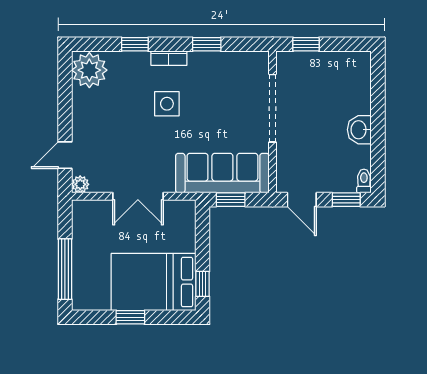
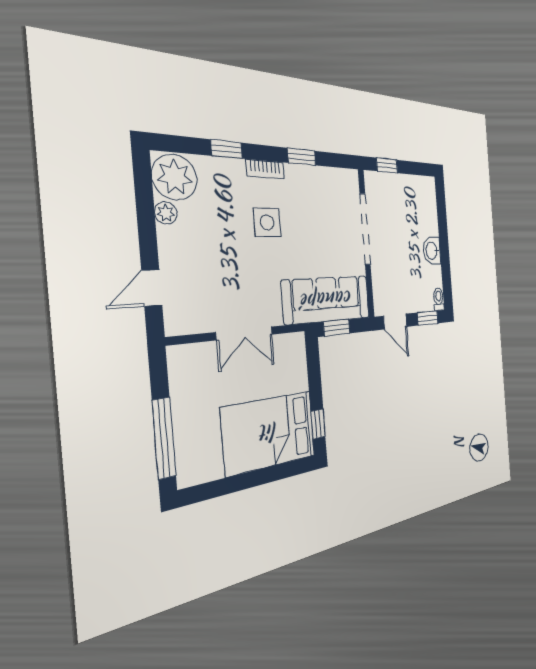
plant: (80, 184) -> (166, 213), moved
window: (130, 317) -> (248, 480), removed

